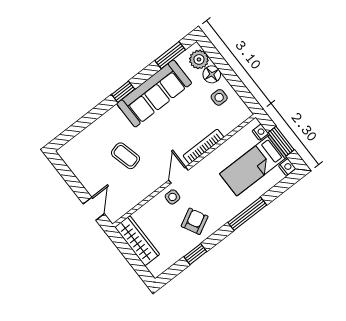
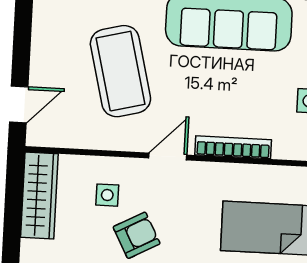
coffee table: (126, 156) -> (120, 71), width x1.86, depth x1.72
side table: (173, 197) -> (107, 195), moved

